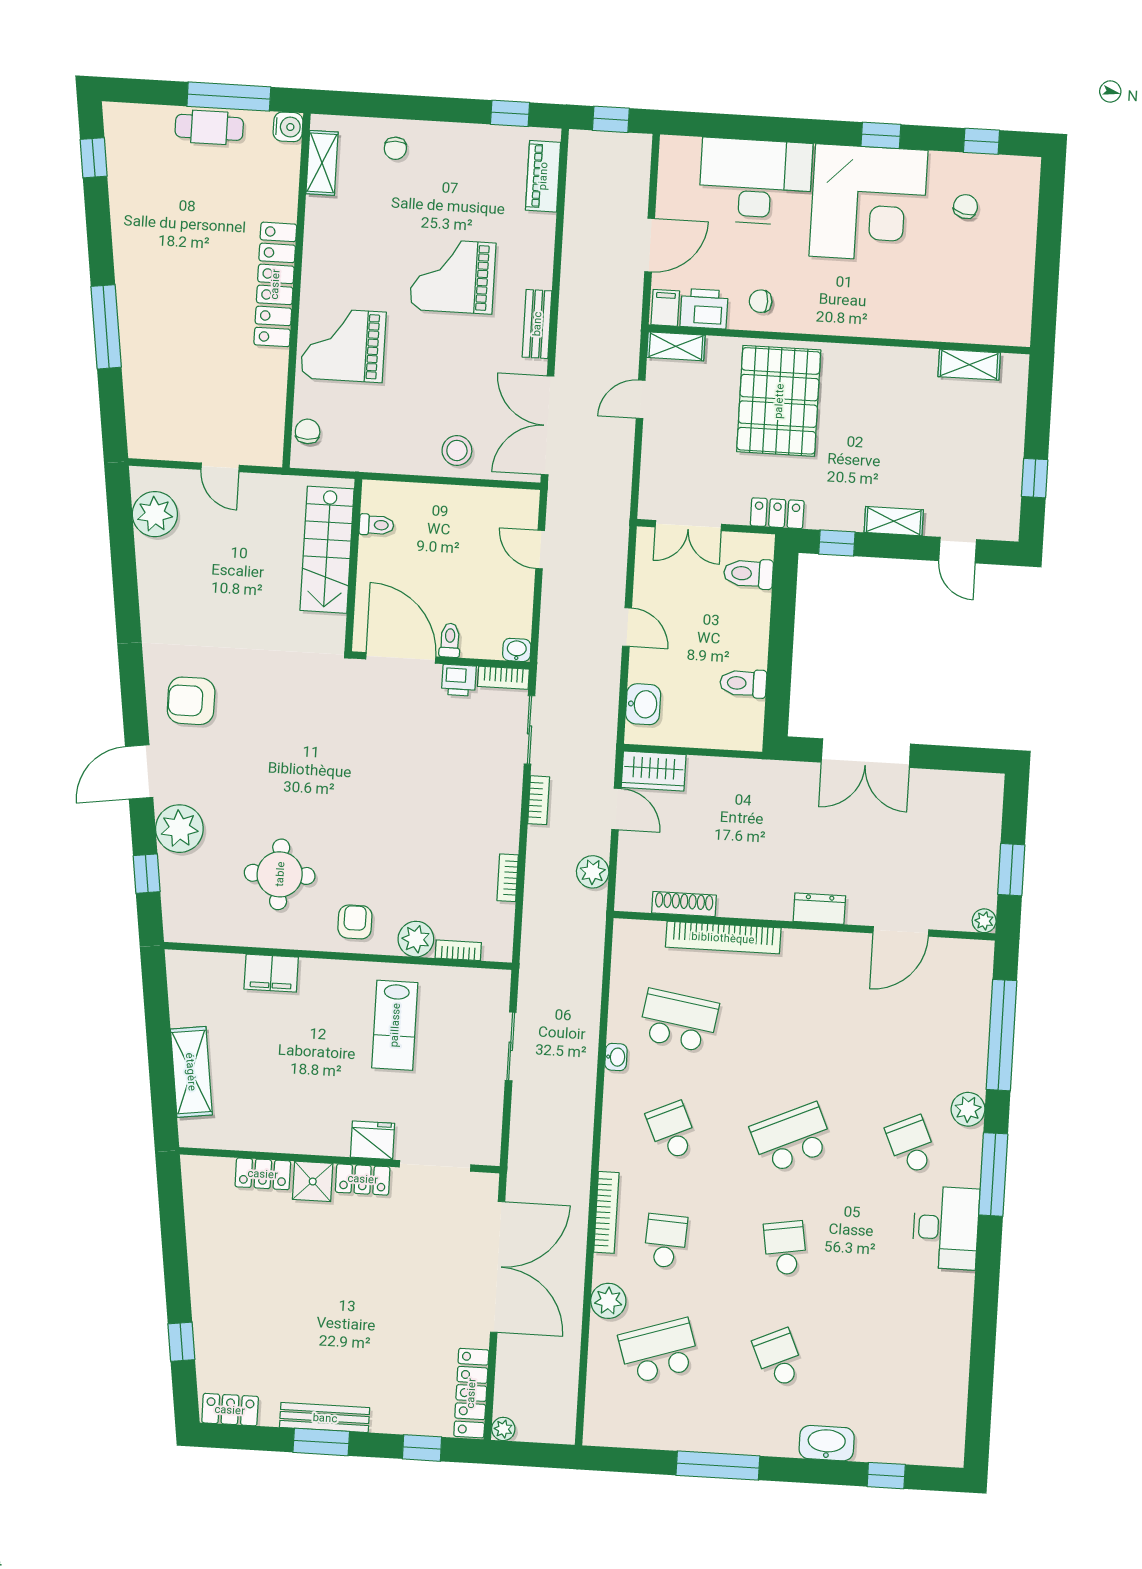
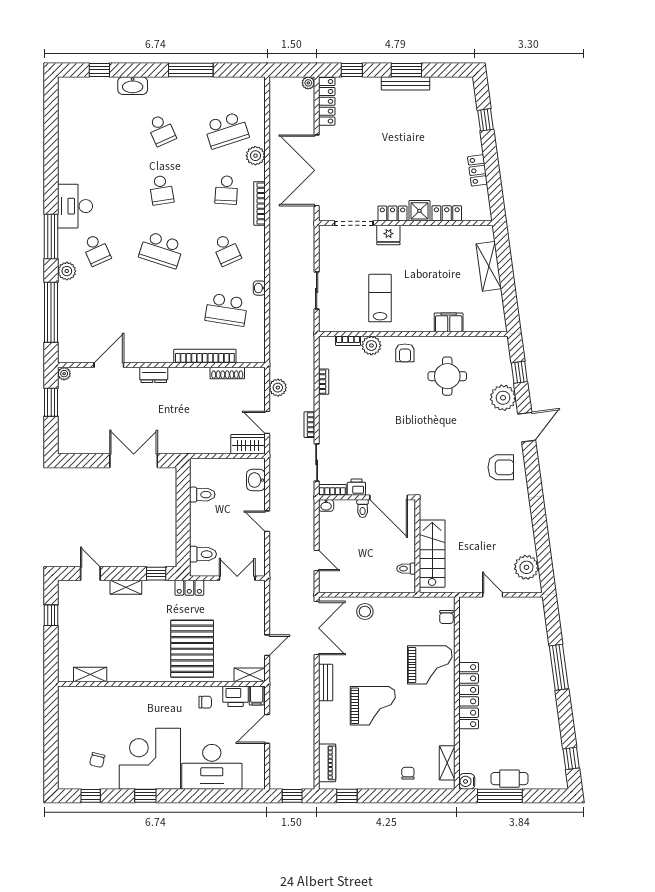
school desk: (792, 1138) -> (161, 250), turned 42
locker: (230, 1410) -> (477, 170), moved, turned 82

